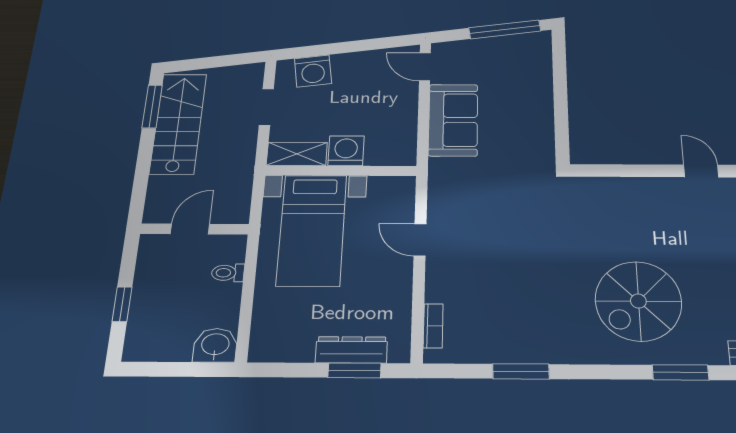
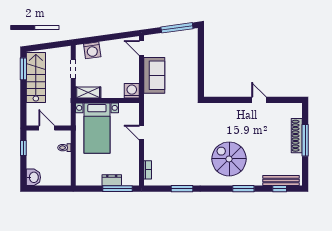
washing machine: (346, 151) -> (132, 91), moved
door: (190, 229) -> (47, 128), hinge flipped
spiral stairs: (638, 301) -> (229, 159), turned 90
window: (122, 304) -> (23, 148), moved
washbasin: (215, 345) -> (33, 177), moved, turned 90
dresser: (351, 350) -> (112, 180), width x0.70
window: (354, 370) -> (118, 189), width x1.44

